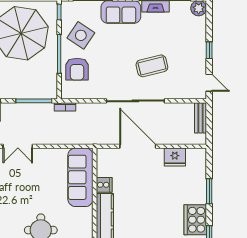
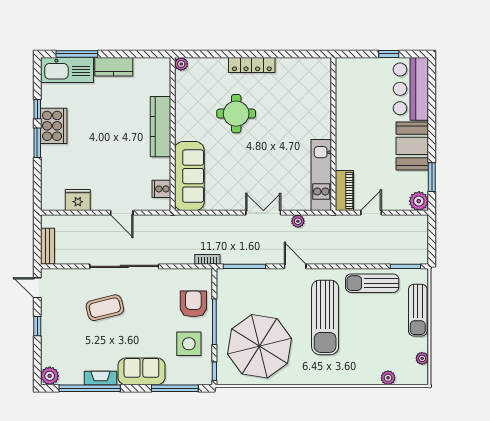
side table: (81, 35) -> (189, 344), turned -34
door: (138, 146) -> (122, 213), width x0.53
cooker: (104, 185) -> (161, 189), moved
window: (209, 191) -> (37, 143), moved

